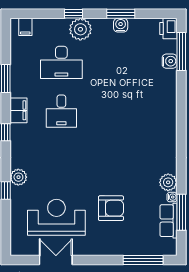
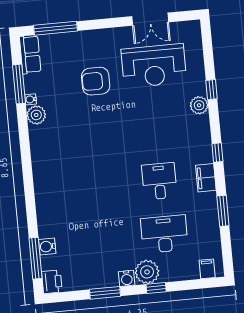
water cooler: (121, 25) -> (127, 278), moved
row of seats: (168, 221) -> (30, 55), moved

